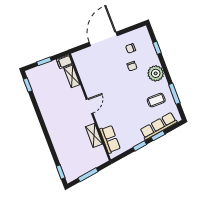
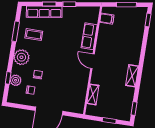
plant: (149, 49) -> (16, 80), added
filing cabinet: (64, 62) -> (107, 19), moved
door: (90, 106) -> (92, 61), hinge flipped
shelving: (94, 135) -> (132, 76), moved
row of seats: (110, 139) -> (89, 36), moved

